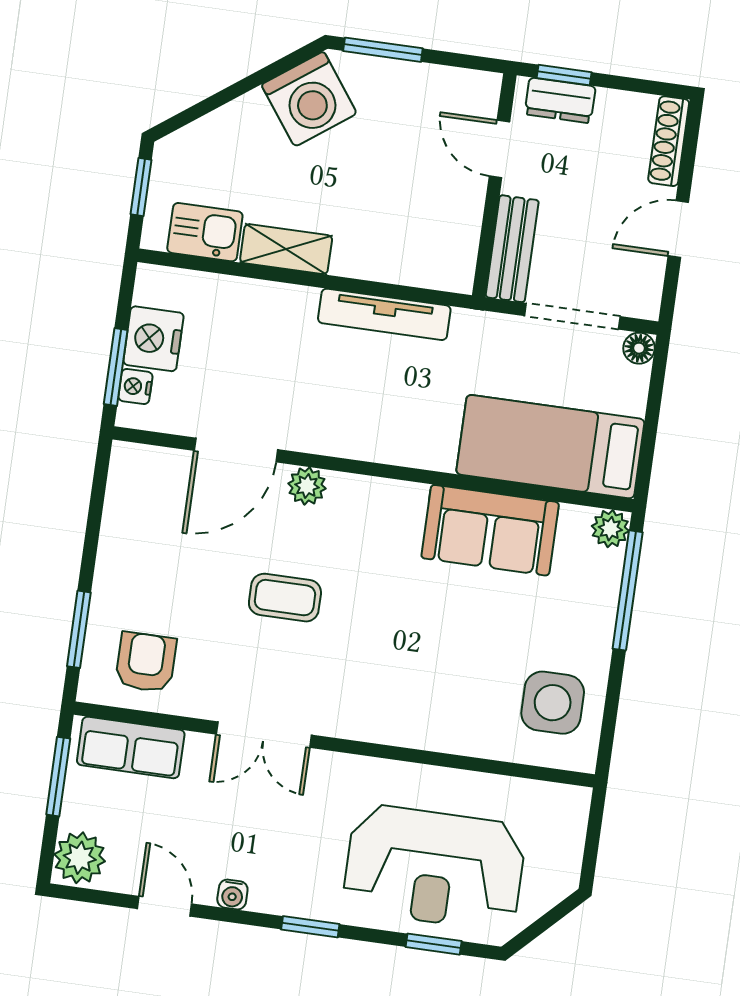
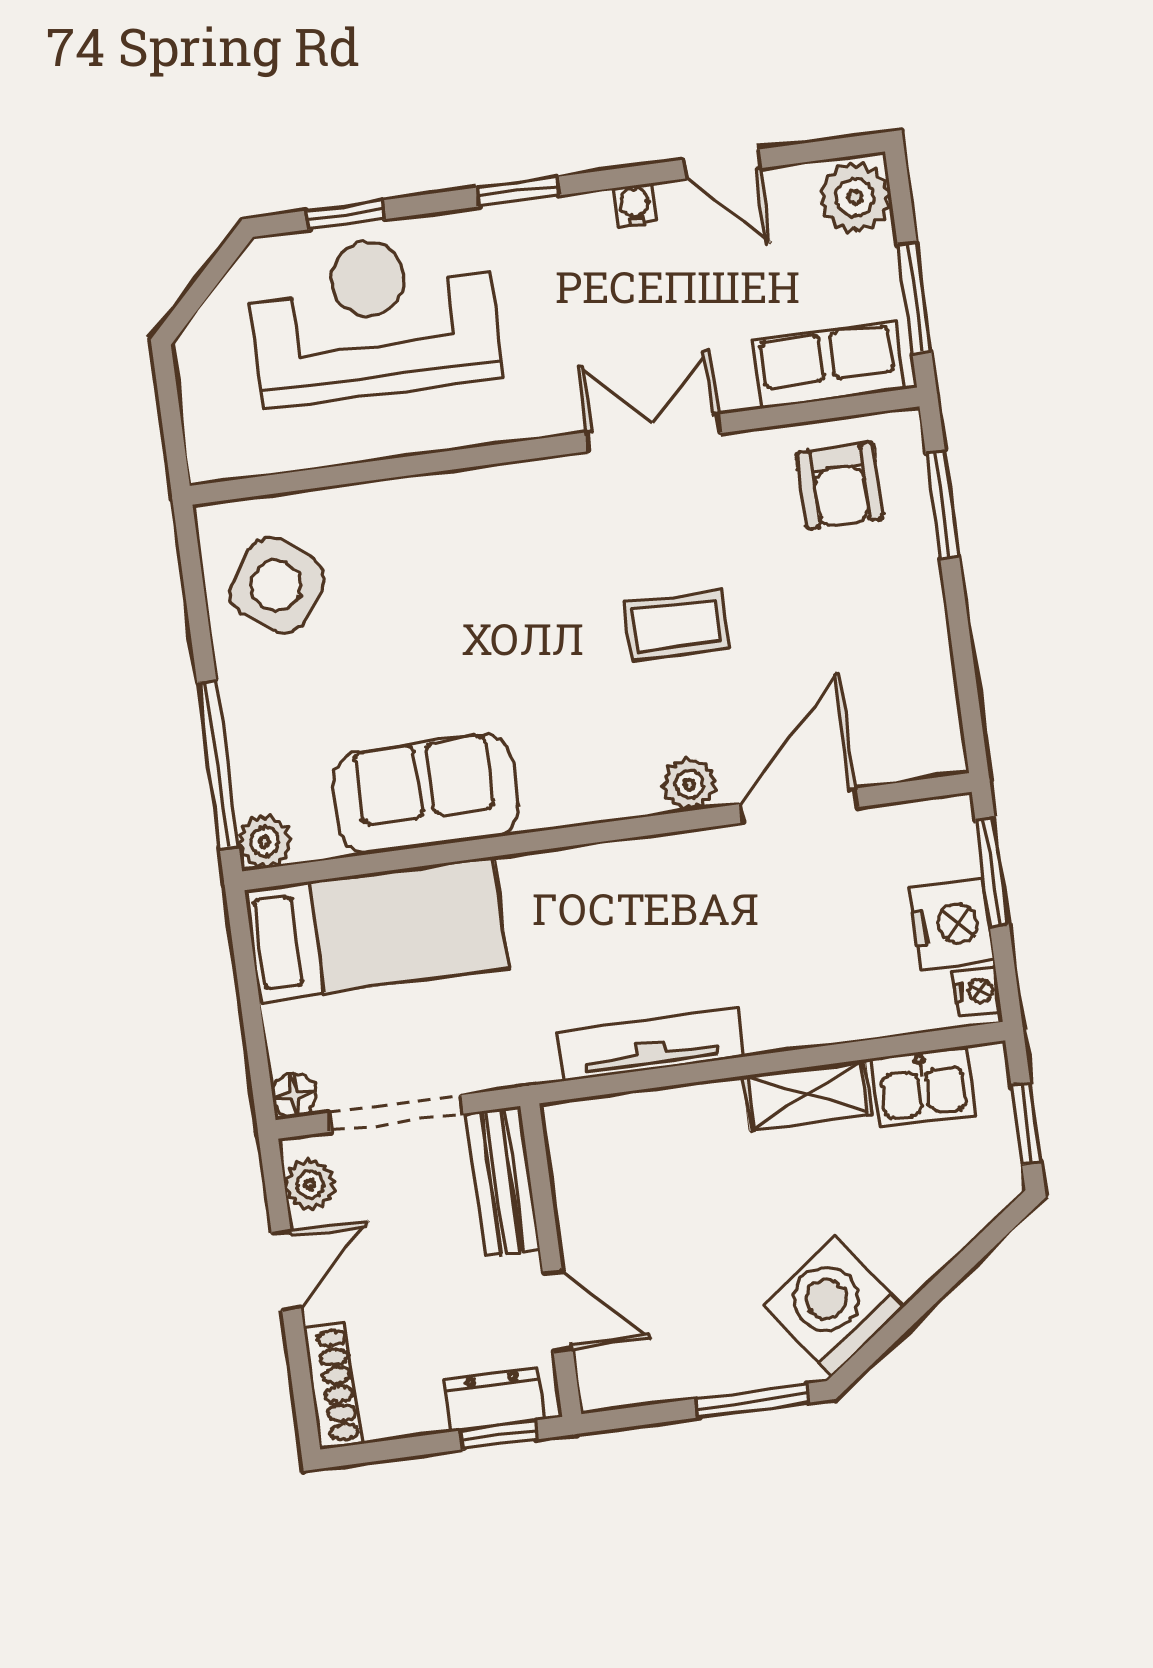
plant: (645, 284) -> (310, 1184), added
nightstand: (135, 386) -> (977, 991), moved
side table: (553, 703) -> (276, 585), turned 35

